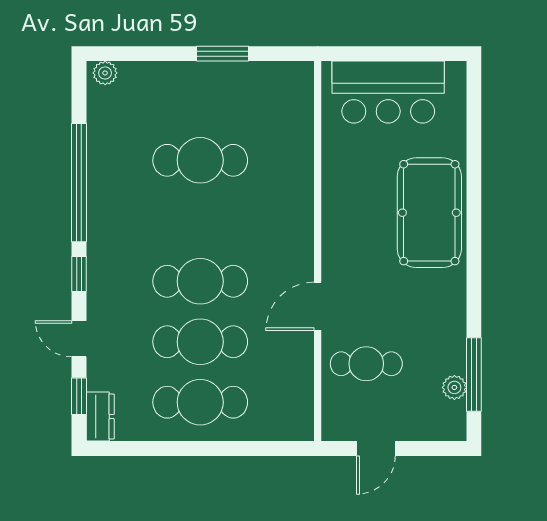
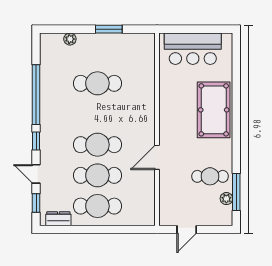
plant: (105, 73) -> (70, 39), moved
cafe table: (366, 364) -> (210, 176), moved
dresser: (100, 417) -> (58, 219), moved, turned -90

